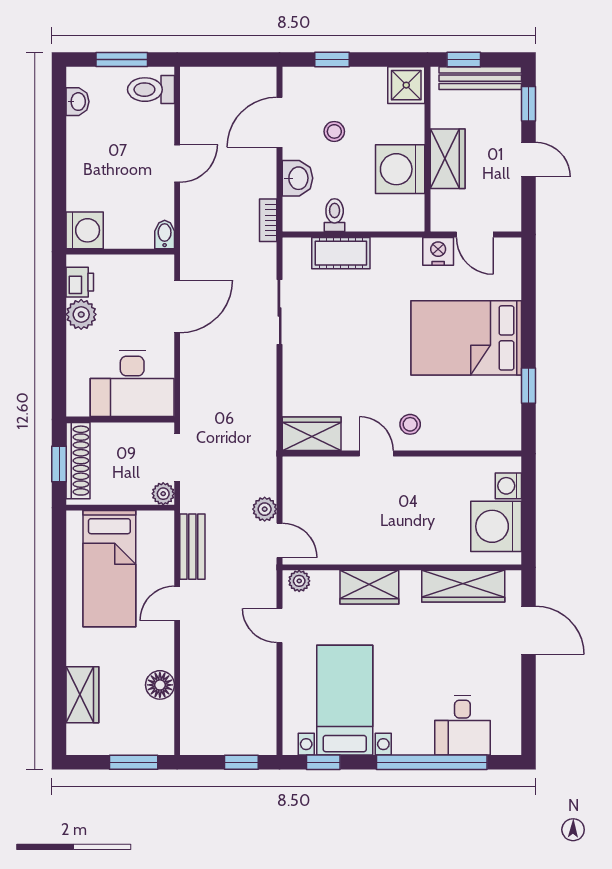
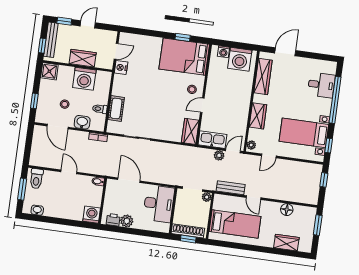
bed: (466, 338) -> (184, 57), moved, turned 90
kitchen sink: (299, 488) -> (212, 140), added

